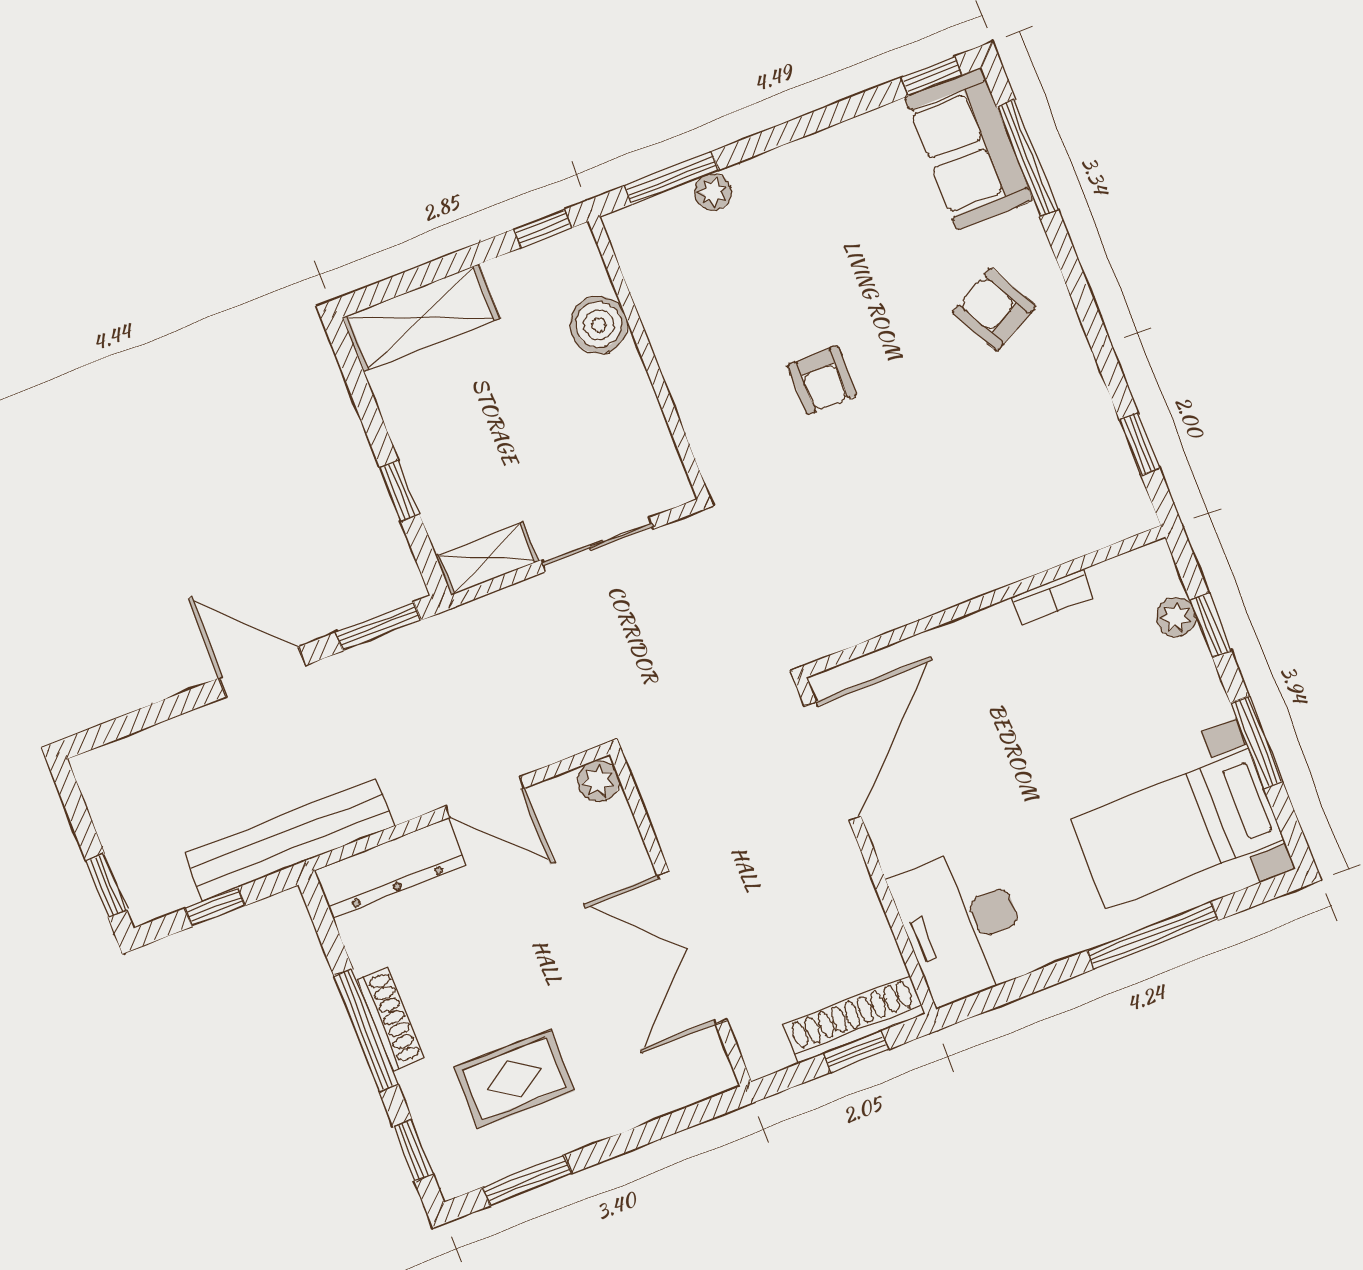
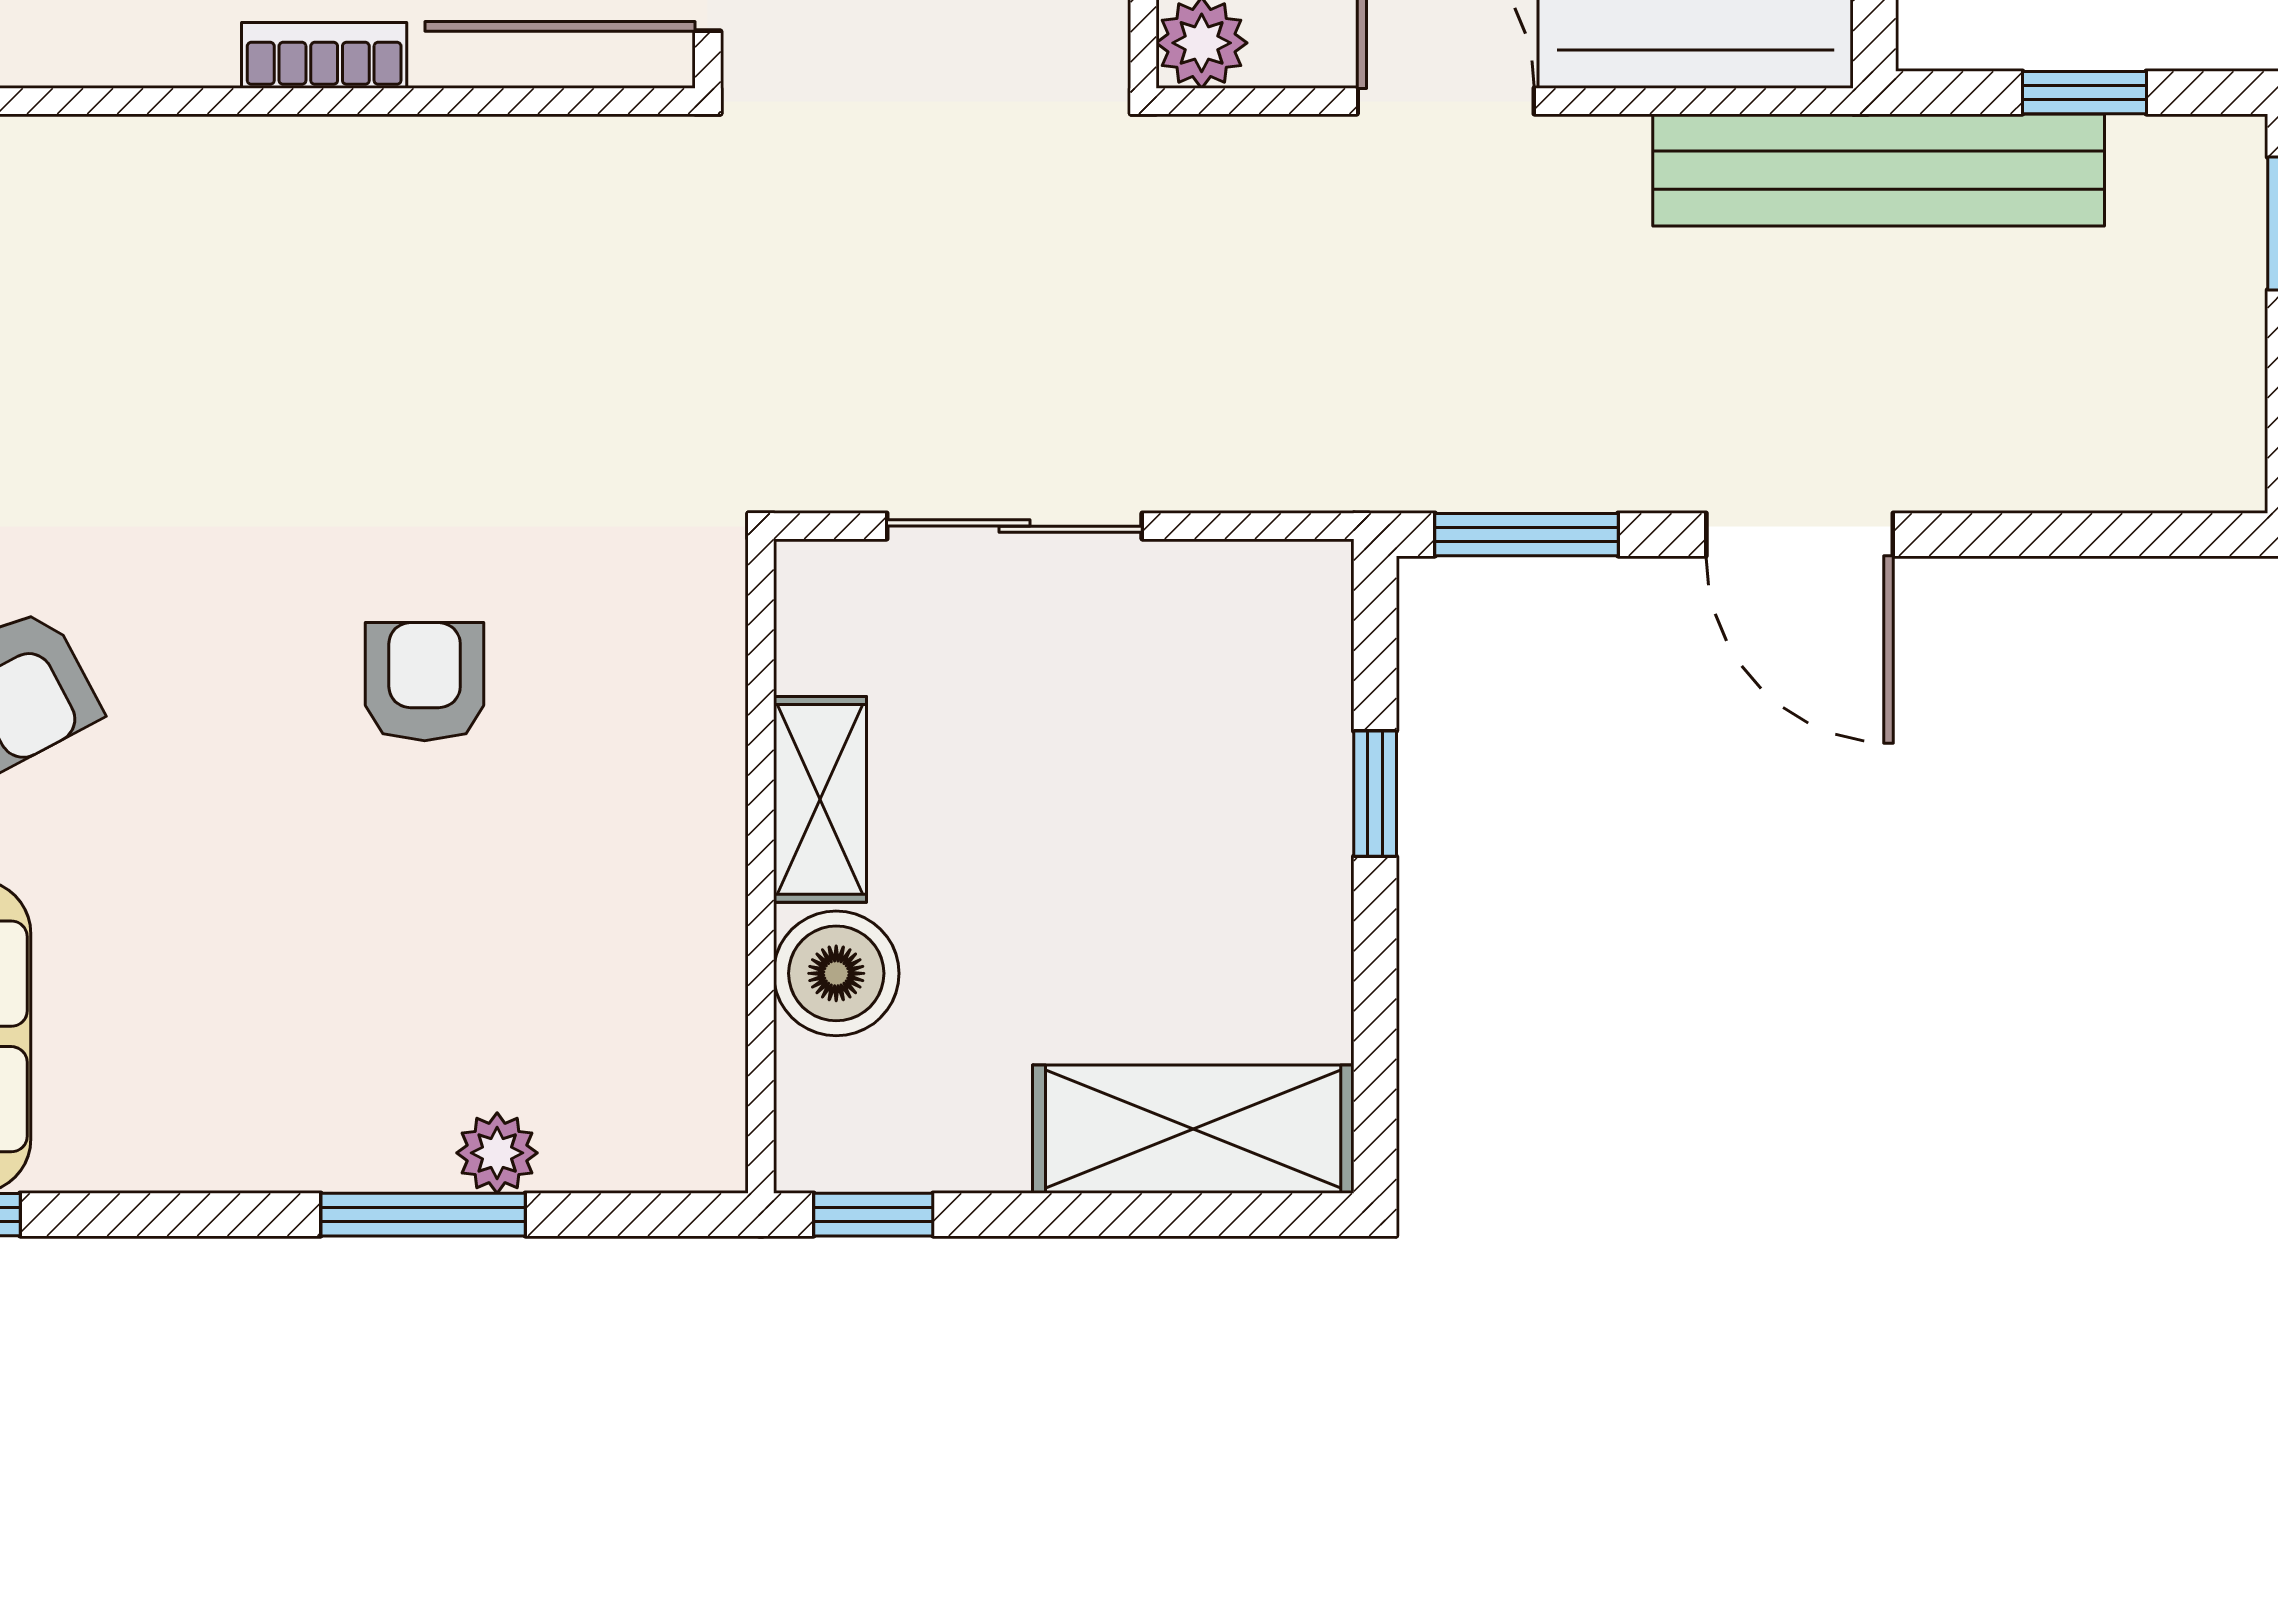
window: (672, 178) -> (423, 1215), moved
shelving: (487, 559) -> (820, 799), moved, turned 90
bookcase: (1052, 597) -> (324, 55), moved

